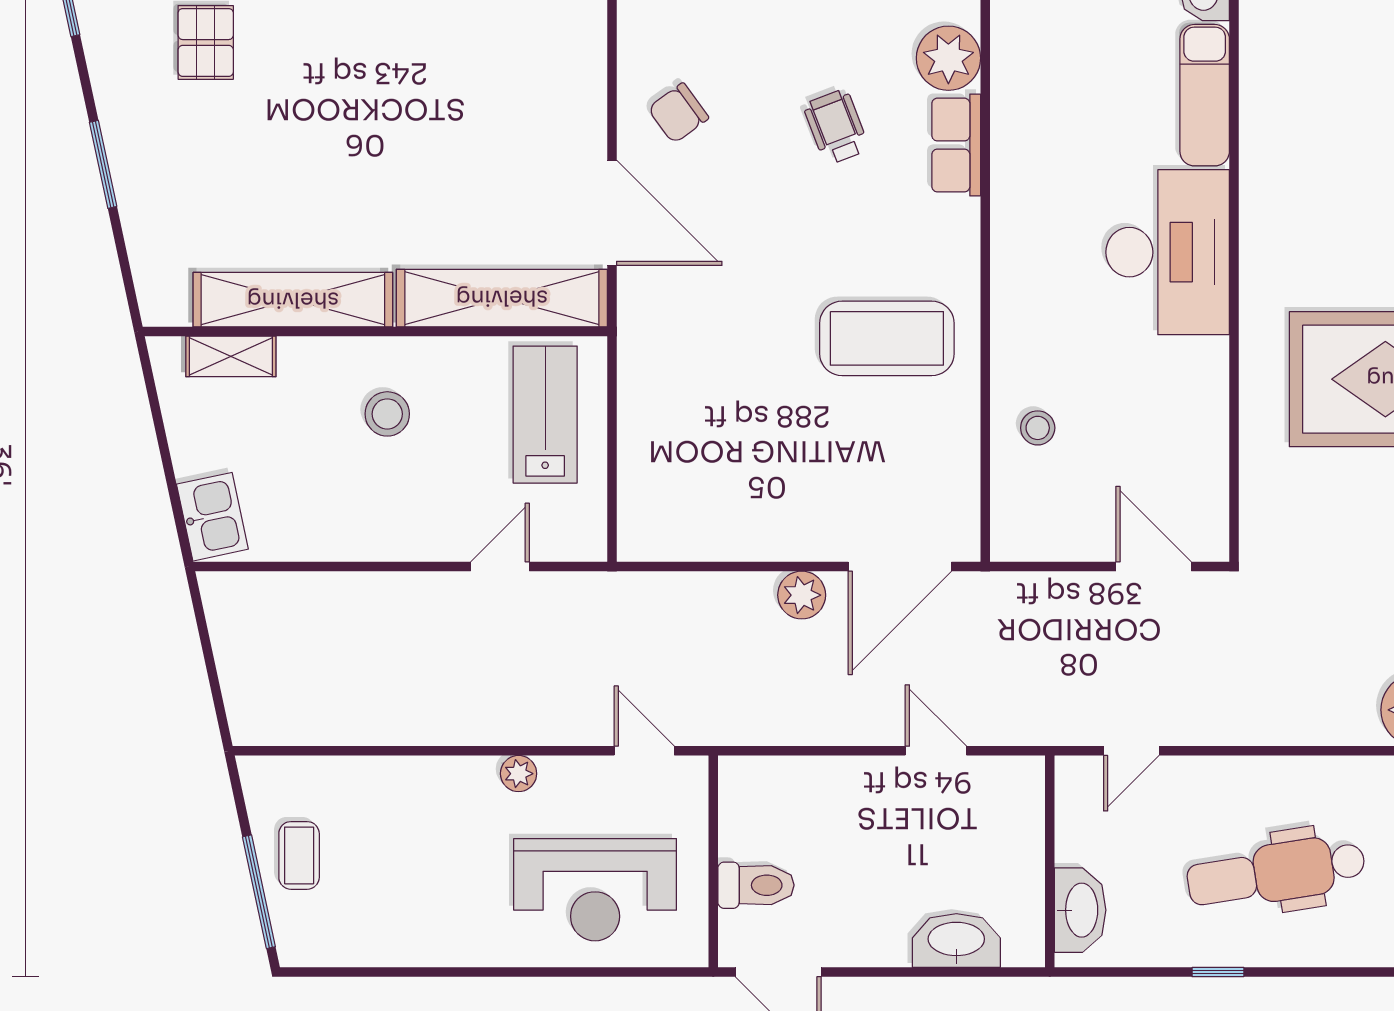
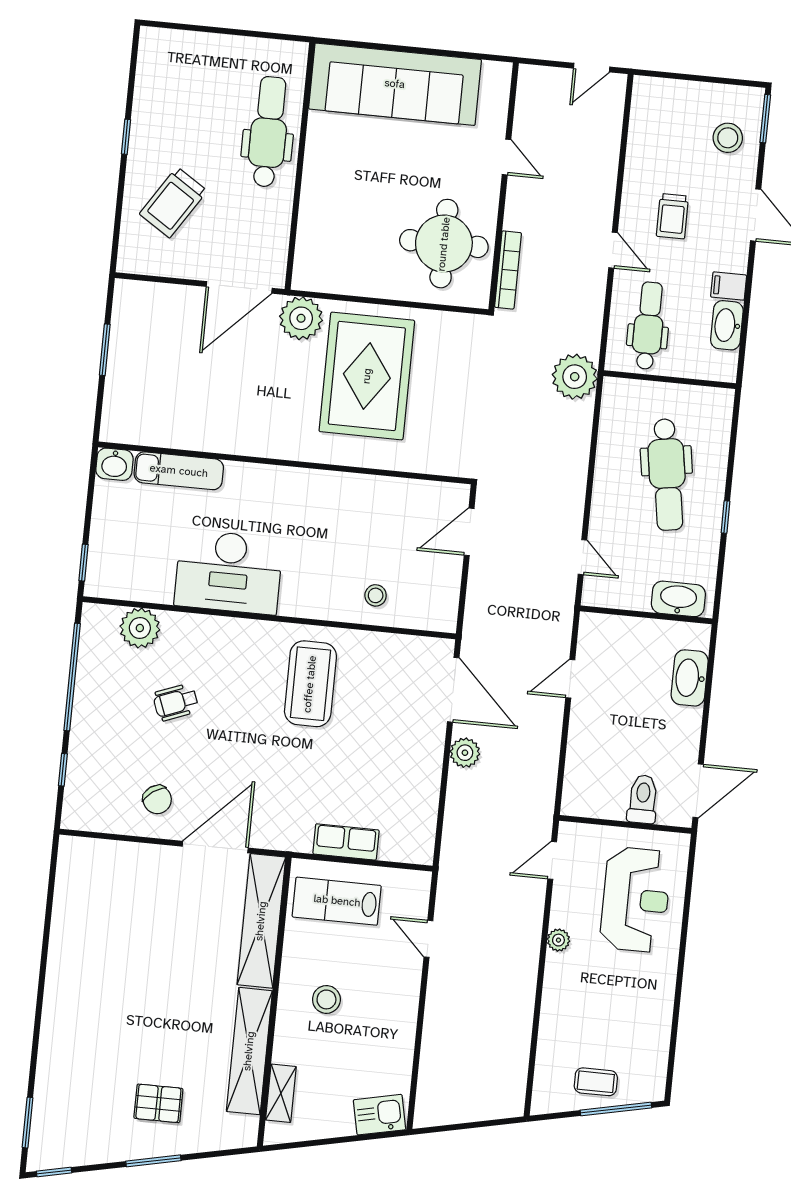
pallet: (206, 42) -> (158, 1103), moved
row of seats: (956, 145) -> (346, 842), moved, turned 180
desk: (1168, 252) -> (229, 572), moved, turned 180

